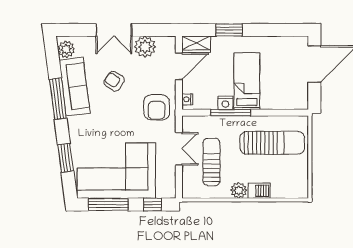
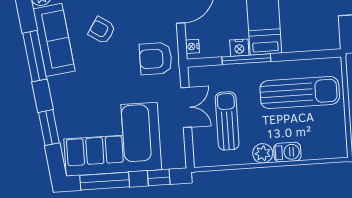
armchair: (157, 107) -> (156, 59), turned 90

